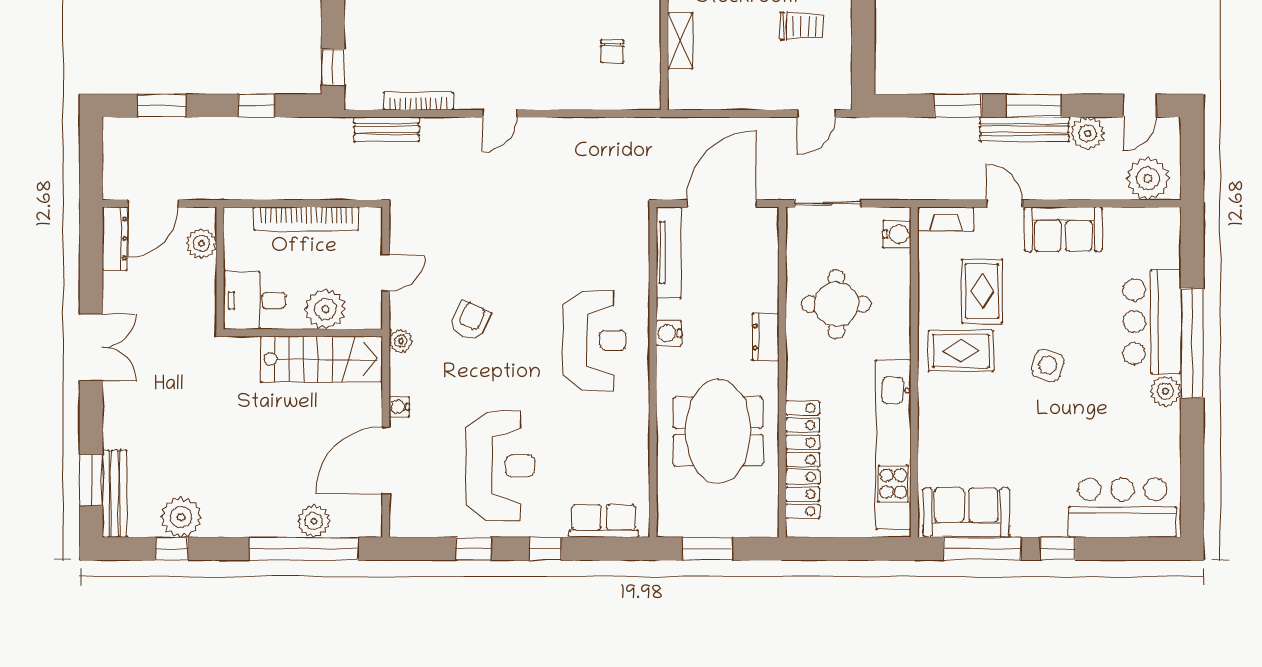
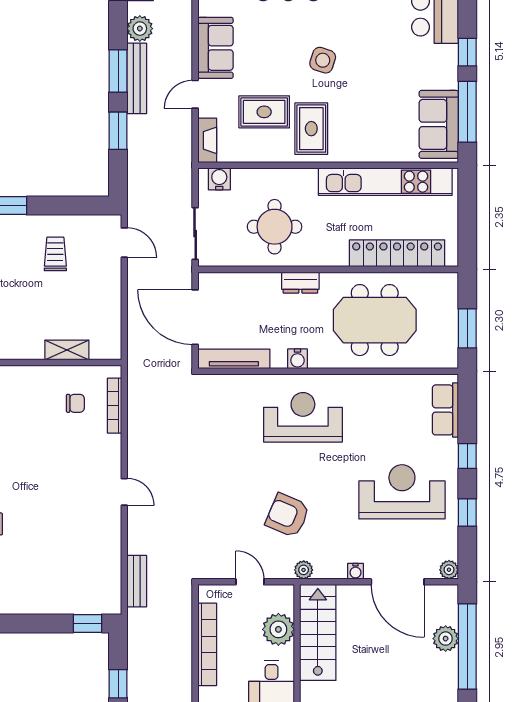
bookcase: (418, 101) -> (115, 406), moved
armchair: (470, 321) -> (288, 515), width x1.38, depth x1.38
plant: (401, 525) -> (449, 570), added

